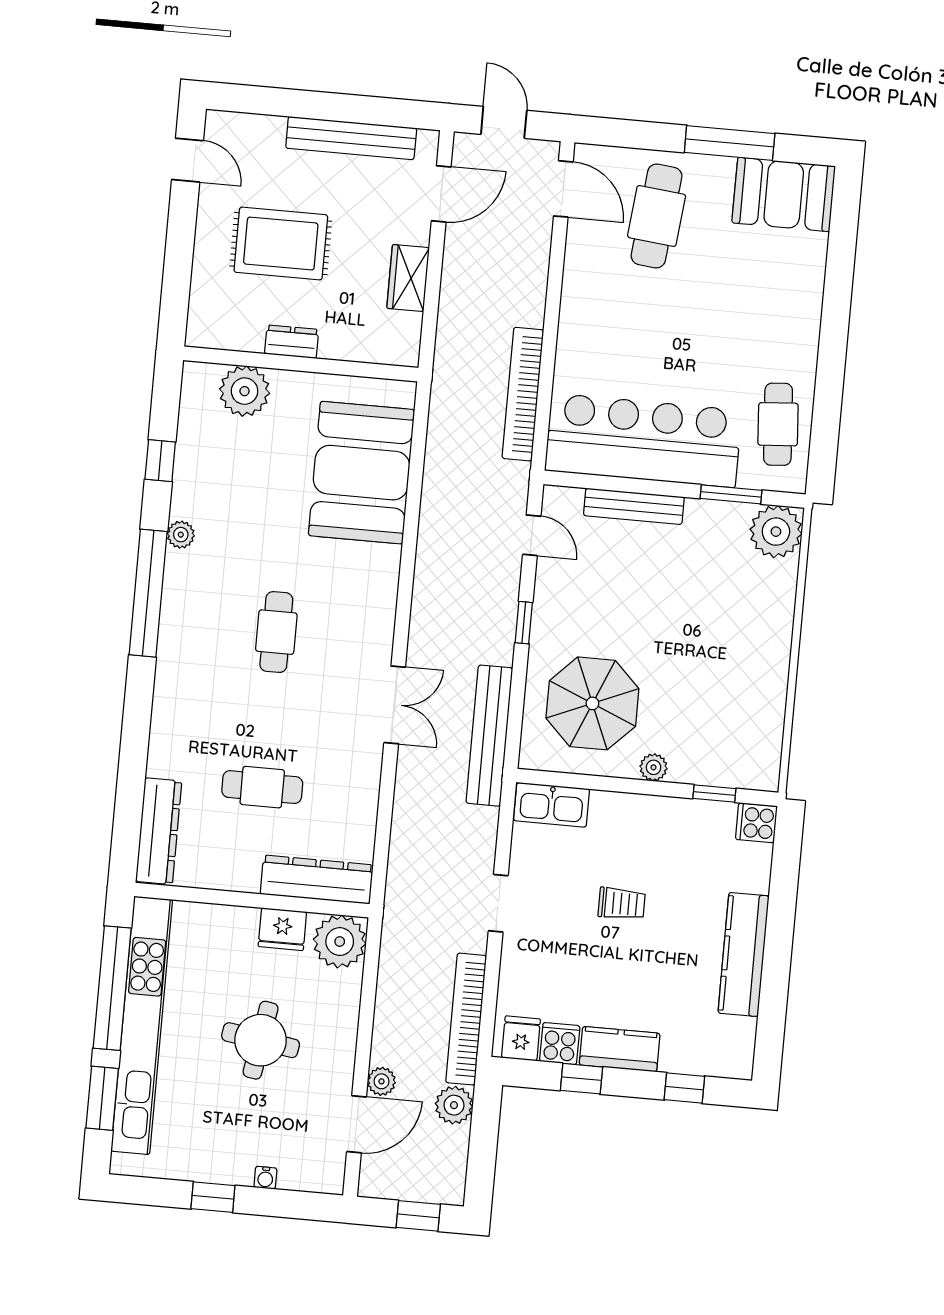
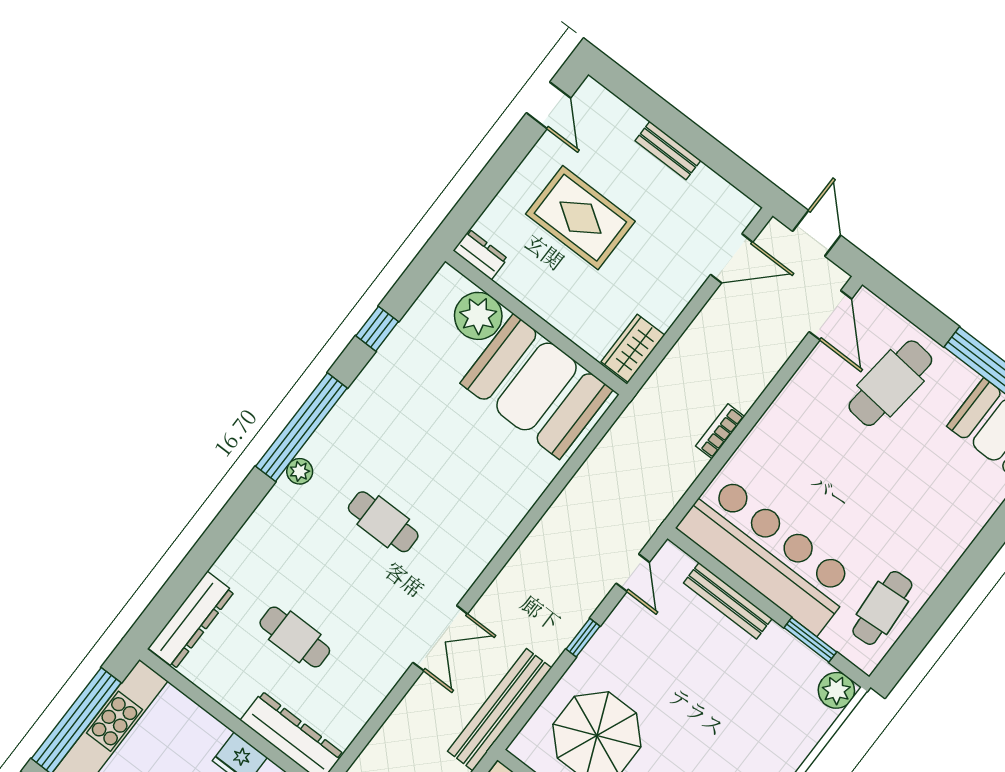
bench: (351, 138) -> (668, 151), width x0.54, depth x0.82
wardrobe: (408, 278) -> (633, 348), moved
dresser: (292, 342) -> (480, 255), moved
bookcase: (523, 394) -> (720, 431), width x0.43, depth x0.76
booth: (362, 473) -> (536, 386), moved, turned 90
plant: (776, 532) -> (836, 690), width x0.73, depth x0.73
plant: (181, 535) -> (300, 471), moved
cafe table: (276, 632) -> (383, 522), turned 90

